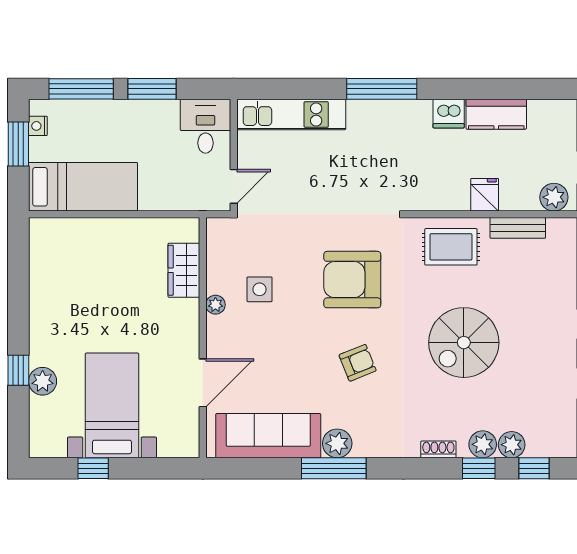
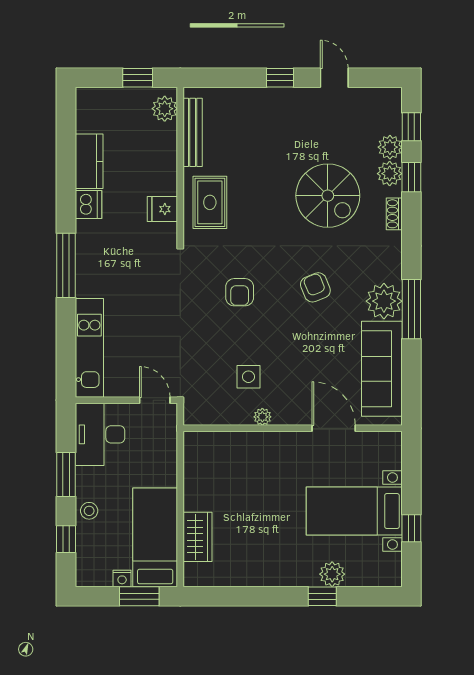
window: (81, 89) -> (66, 539), width x0.46
stool: (112, 114) -> (89, 511), added
nightstand: (38, 126) -> (122, 578), moved
desk: (205, 126) -> (100, 434), width x1.37
window: (18, 144) -> (139, 596), moved
fridge: (485, 195) -> (162, 209), moved
bench: (518, 228) -> (193, 132), width x1.36
wardrobe: (184, 270) -> (197, 537), moved, turned -90
armchair: (352, 280) -> (240, 292), width x0.53, depth x0.53
spiral stairs: (464, 343) -> (328, 196), moved
plant: (337, 443) -> (384, 301), width x1.36, depth x1.36

